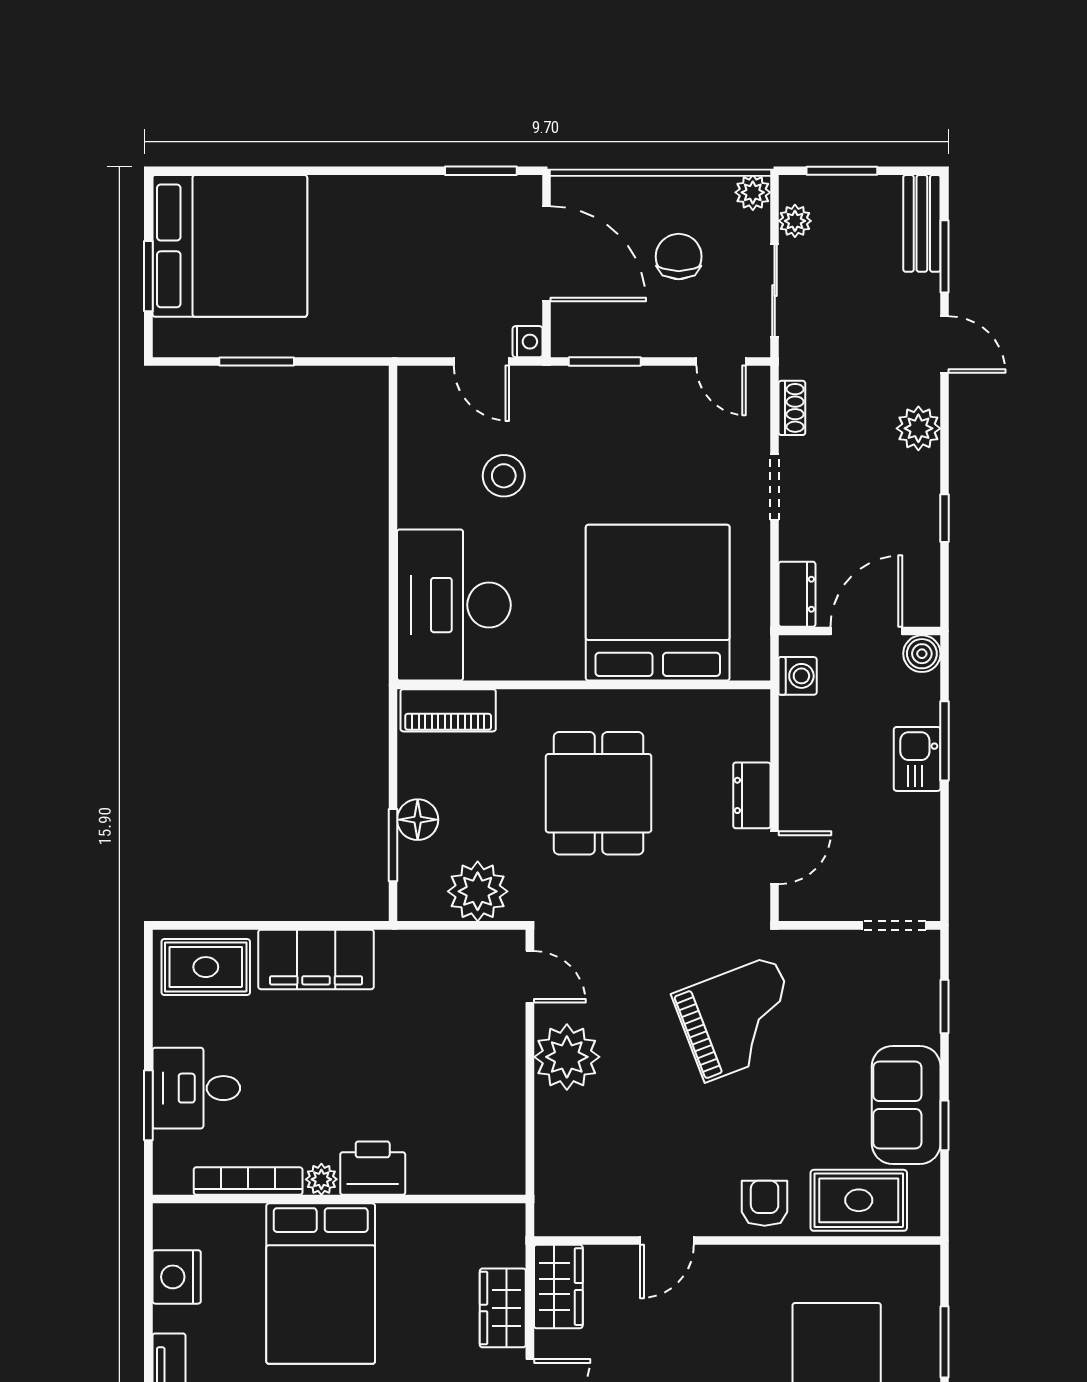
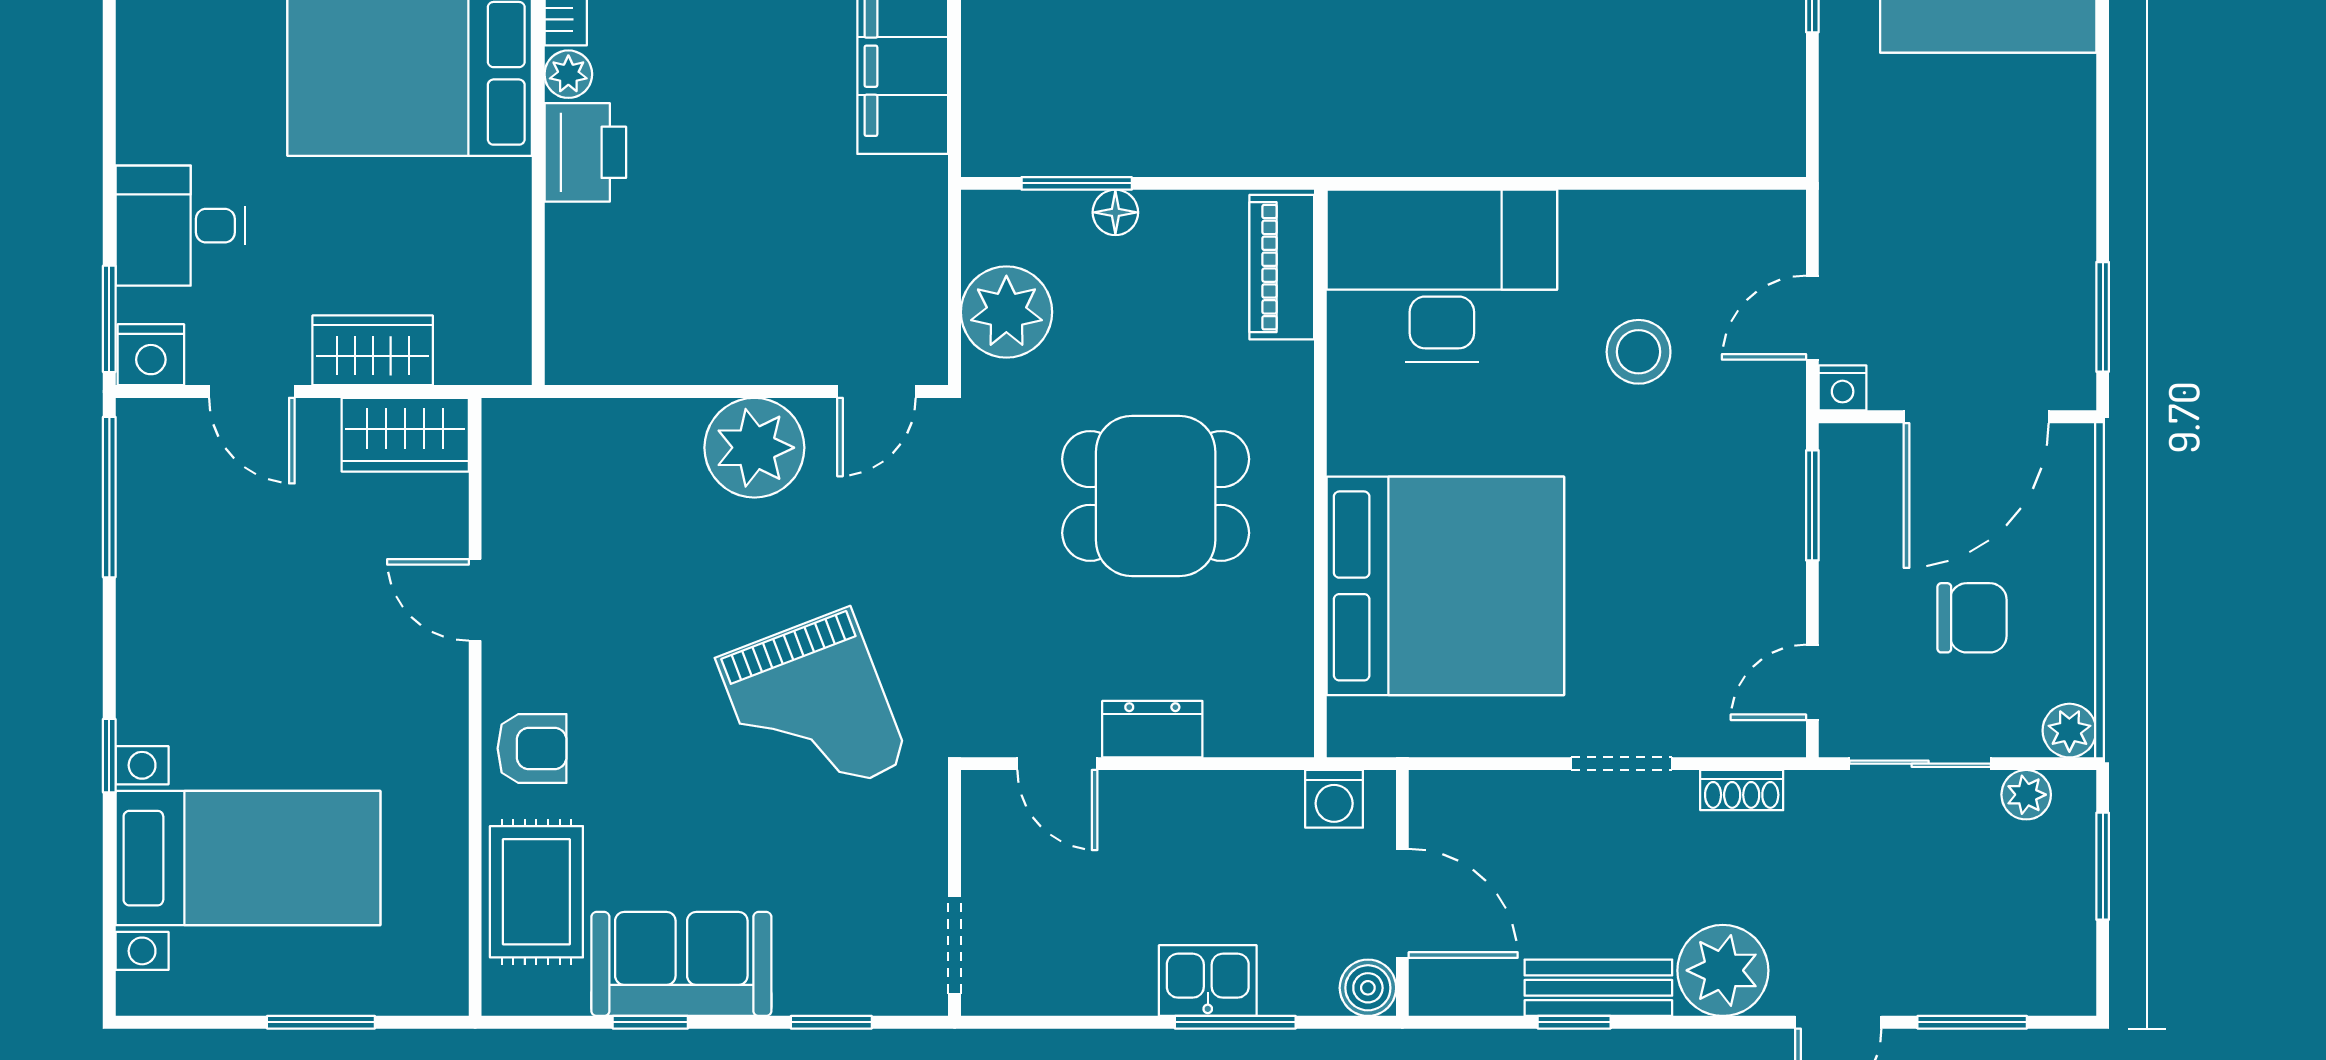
bench: (922, 223) -> (1598, 988), moved
plant: (918, 428) -> (1723, 970), width x1.36, depth x1.36
dresser: (797, 594) -> (1458, 798), removed
floor lamp: (418, 820) -> (1115, 212), width x0.73, depth x0.73

